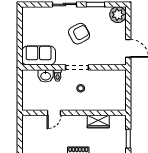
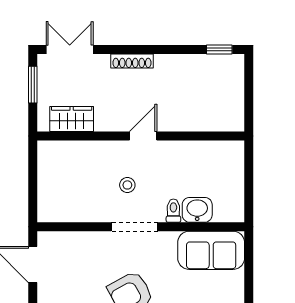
door: (54, 113) -> (143, 136), moved
wardrobe: (98, 121) -> (72, 119), moved

